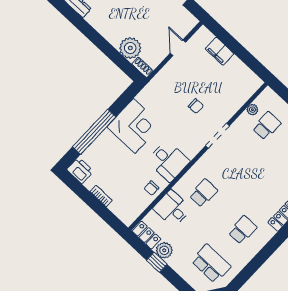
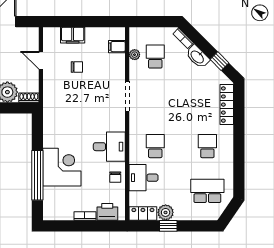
filing cabinet: (245, 91) -> (117, 47), added
chair: (196, 106) -> (77, 67), moved
corner desk: (134, 126) -> (62, 167), moved
printer: (80, 170) -> (107, 212), moved

